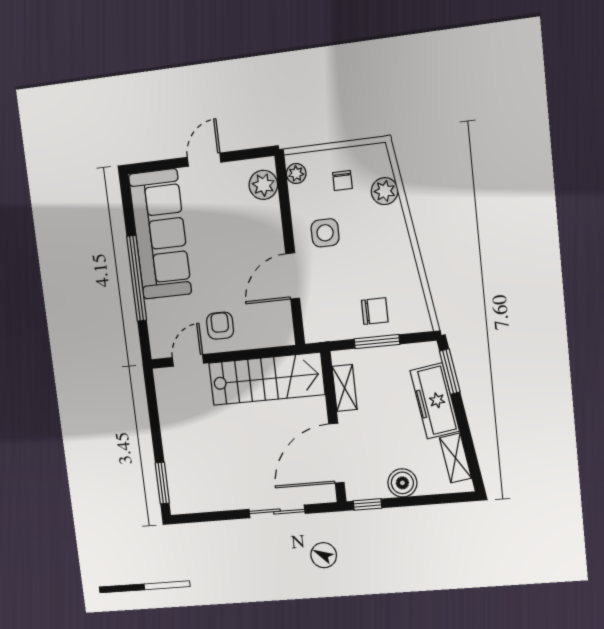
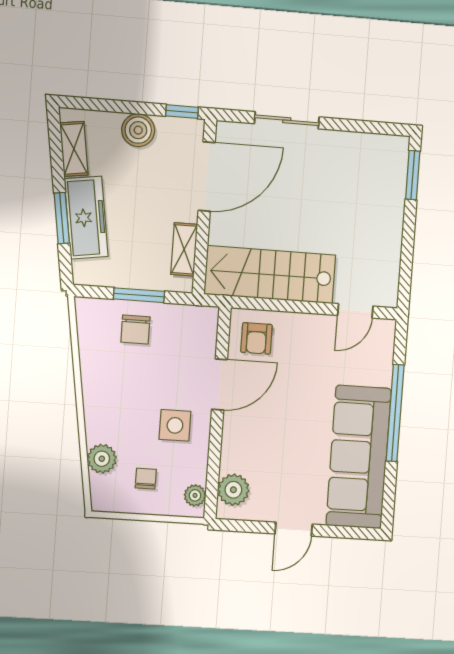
chair: (375, 311) -> (135, 329), turned -90
armchair: (220, 326) -> (256, 338), moved
window: (450, 372) -> (62, 218), moved

